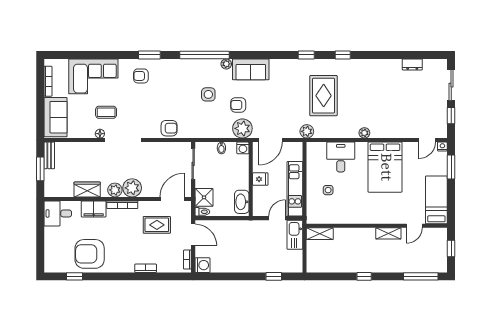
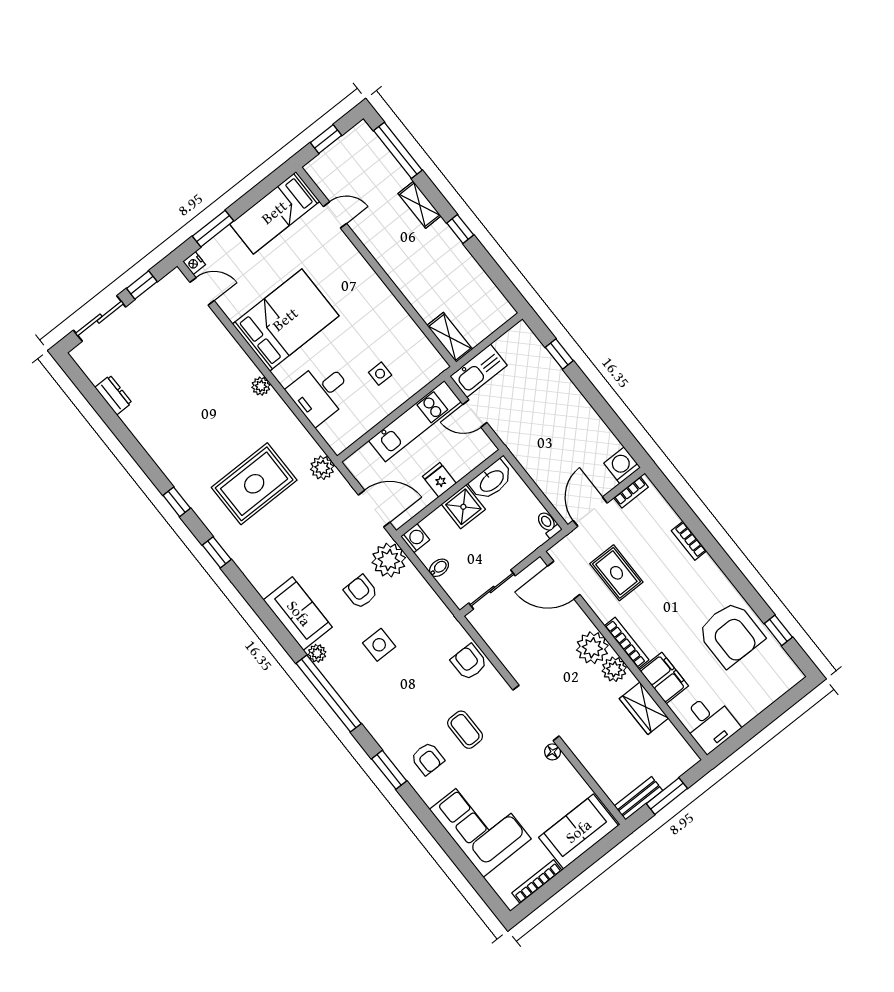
armchair: (238, 105) -> (361, 592), turned 180
coffee table: (106, 112) -> (465, 730), moved
shower: (204, 197) -> (463, 507), moved
shelving: (388, 233) -> (420, 205), moved

